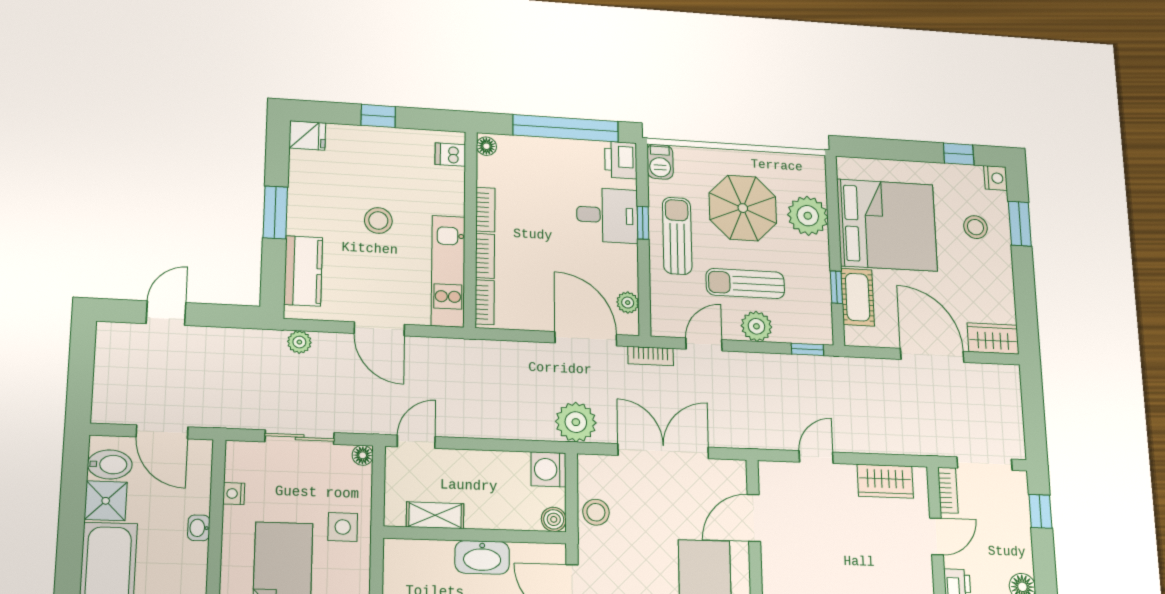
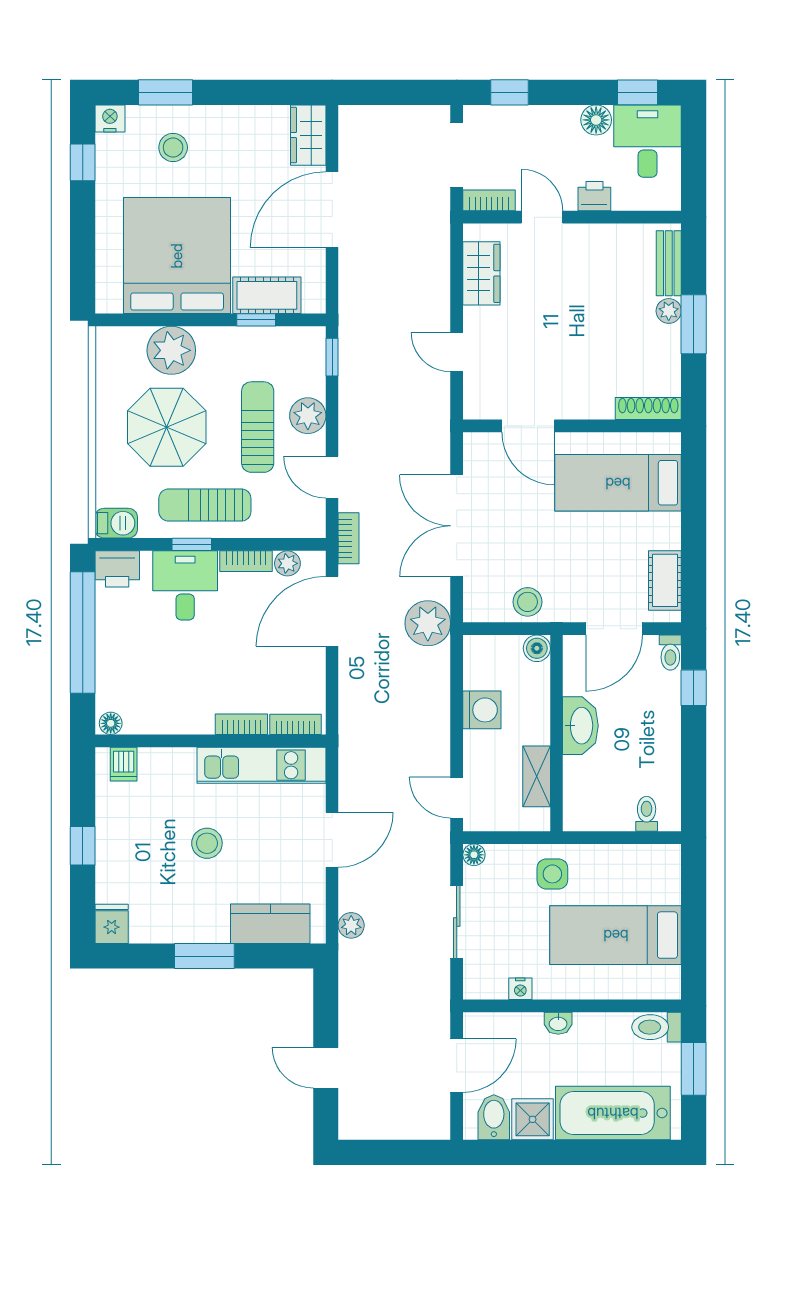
bookcase: (485, 210) -> (246, 561), moved, turned 180
sun lounger: (745, 284) -> (258, 427), turned 180
washing machine: (548, 469) -> (482, 710), moved, turned -90

